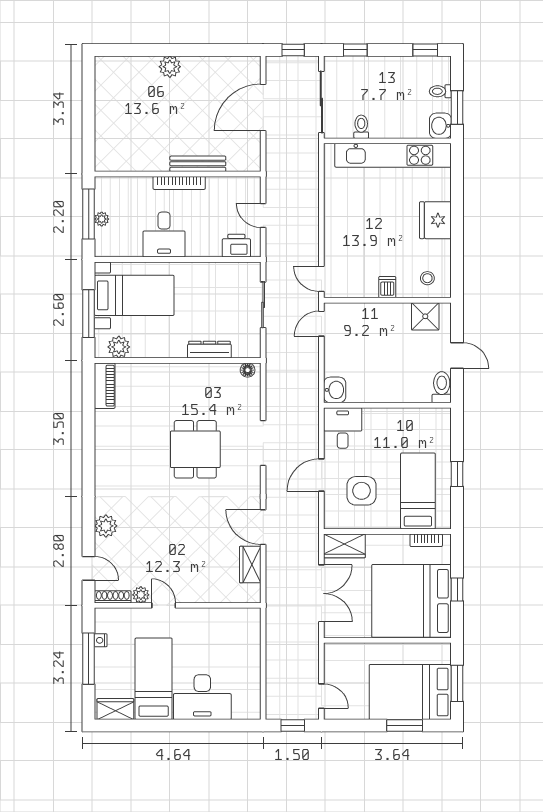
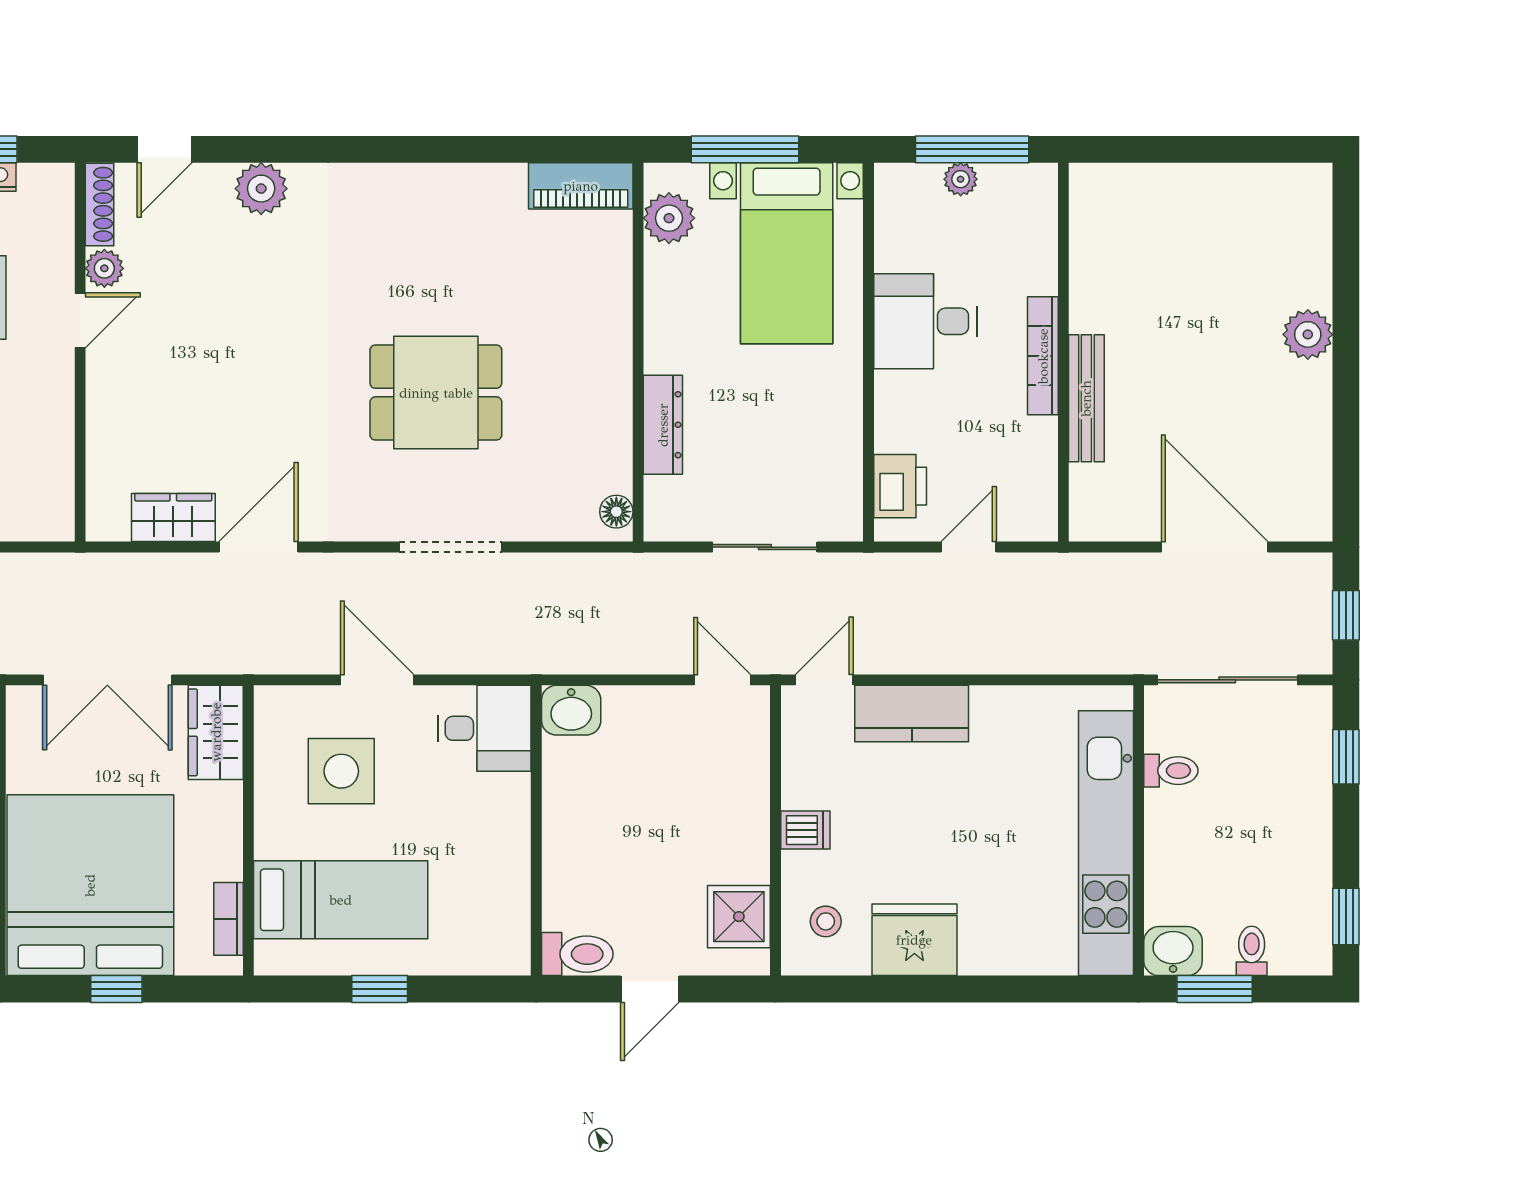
fridge: (435, 220) -> (914, 940), moved
kitchen counter: (336, 240) -> (912, 714), added

